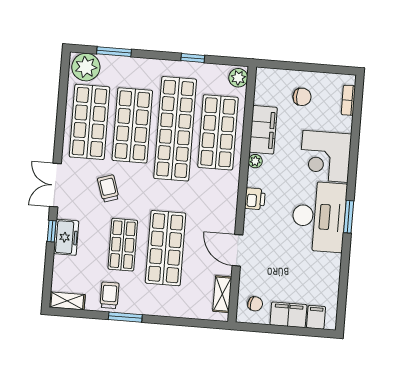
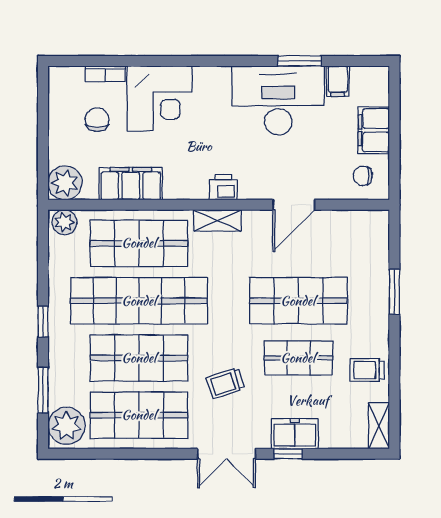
window: (193, 58) -> (43, 322), moved
chair: (302, 97) -> (97, 120), moved
bookcase: (348, 100) -> (105, 74), moved
plant: (255, 161) -> (65, 183), moved, width x1.88, depth x1.88
desk: (319, 216) -> (278, 100), moved
window: (349, 217) -> (299, 61), moved
shelving: (222, 294) -> (217, 220), moved
chair: (255, 304) -> (363, 176), turned -100
window: (125, 317) -> (394, 292), moved
filing cabinet: (316, 317) -> (338, 81), moved, turned -90

